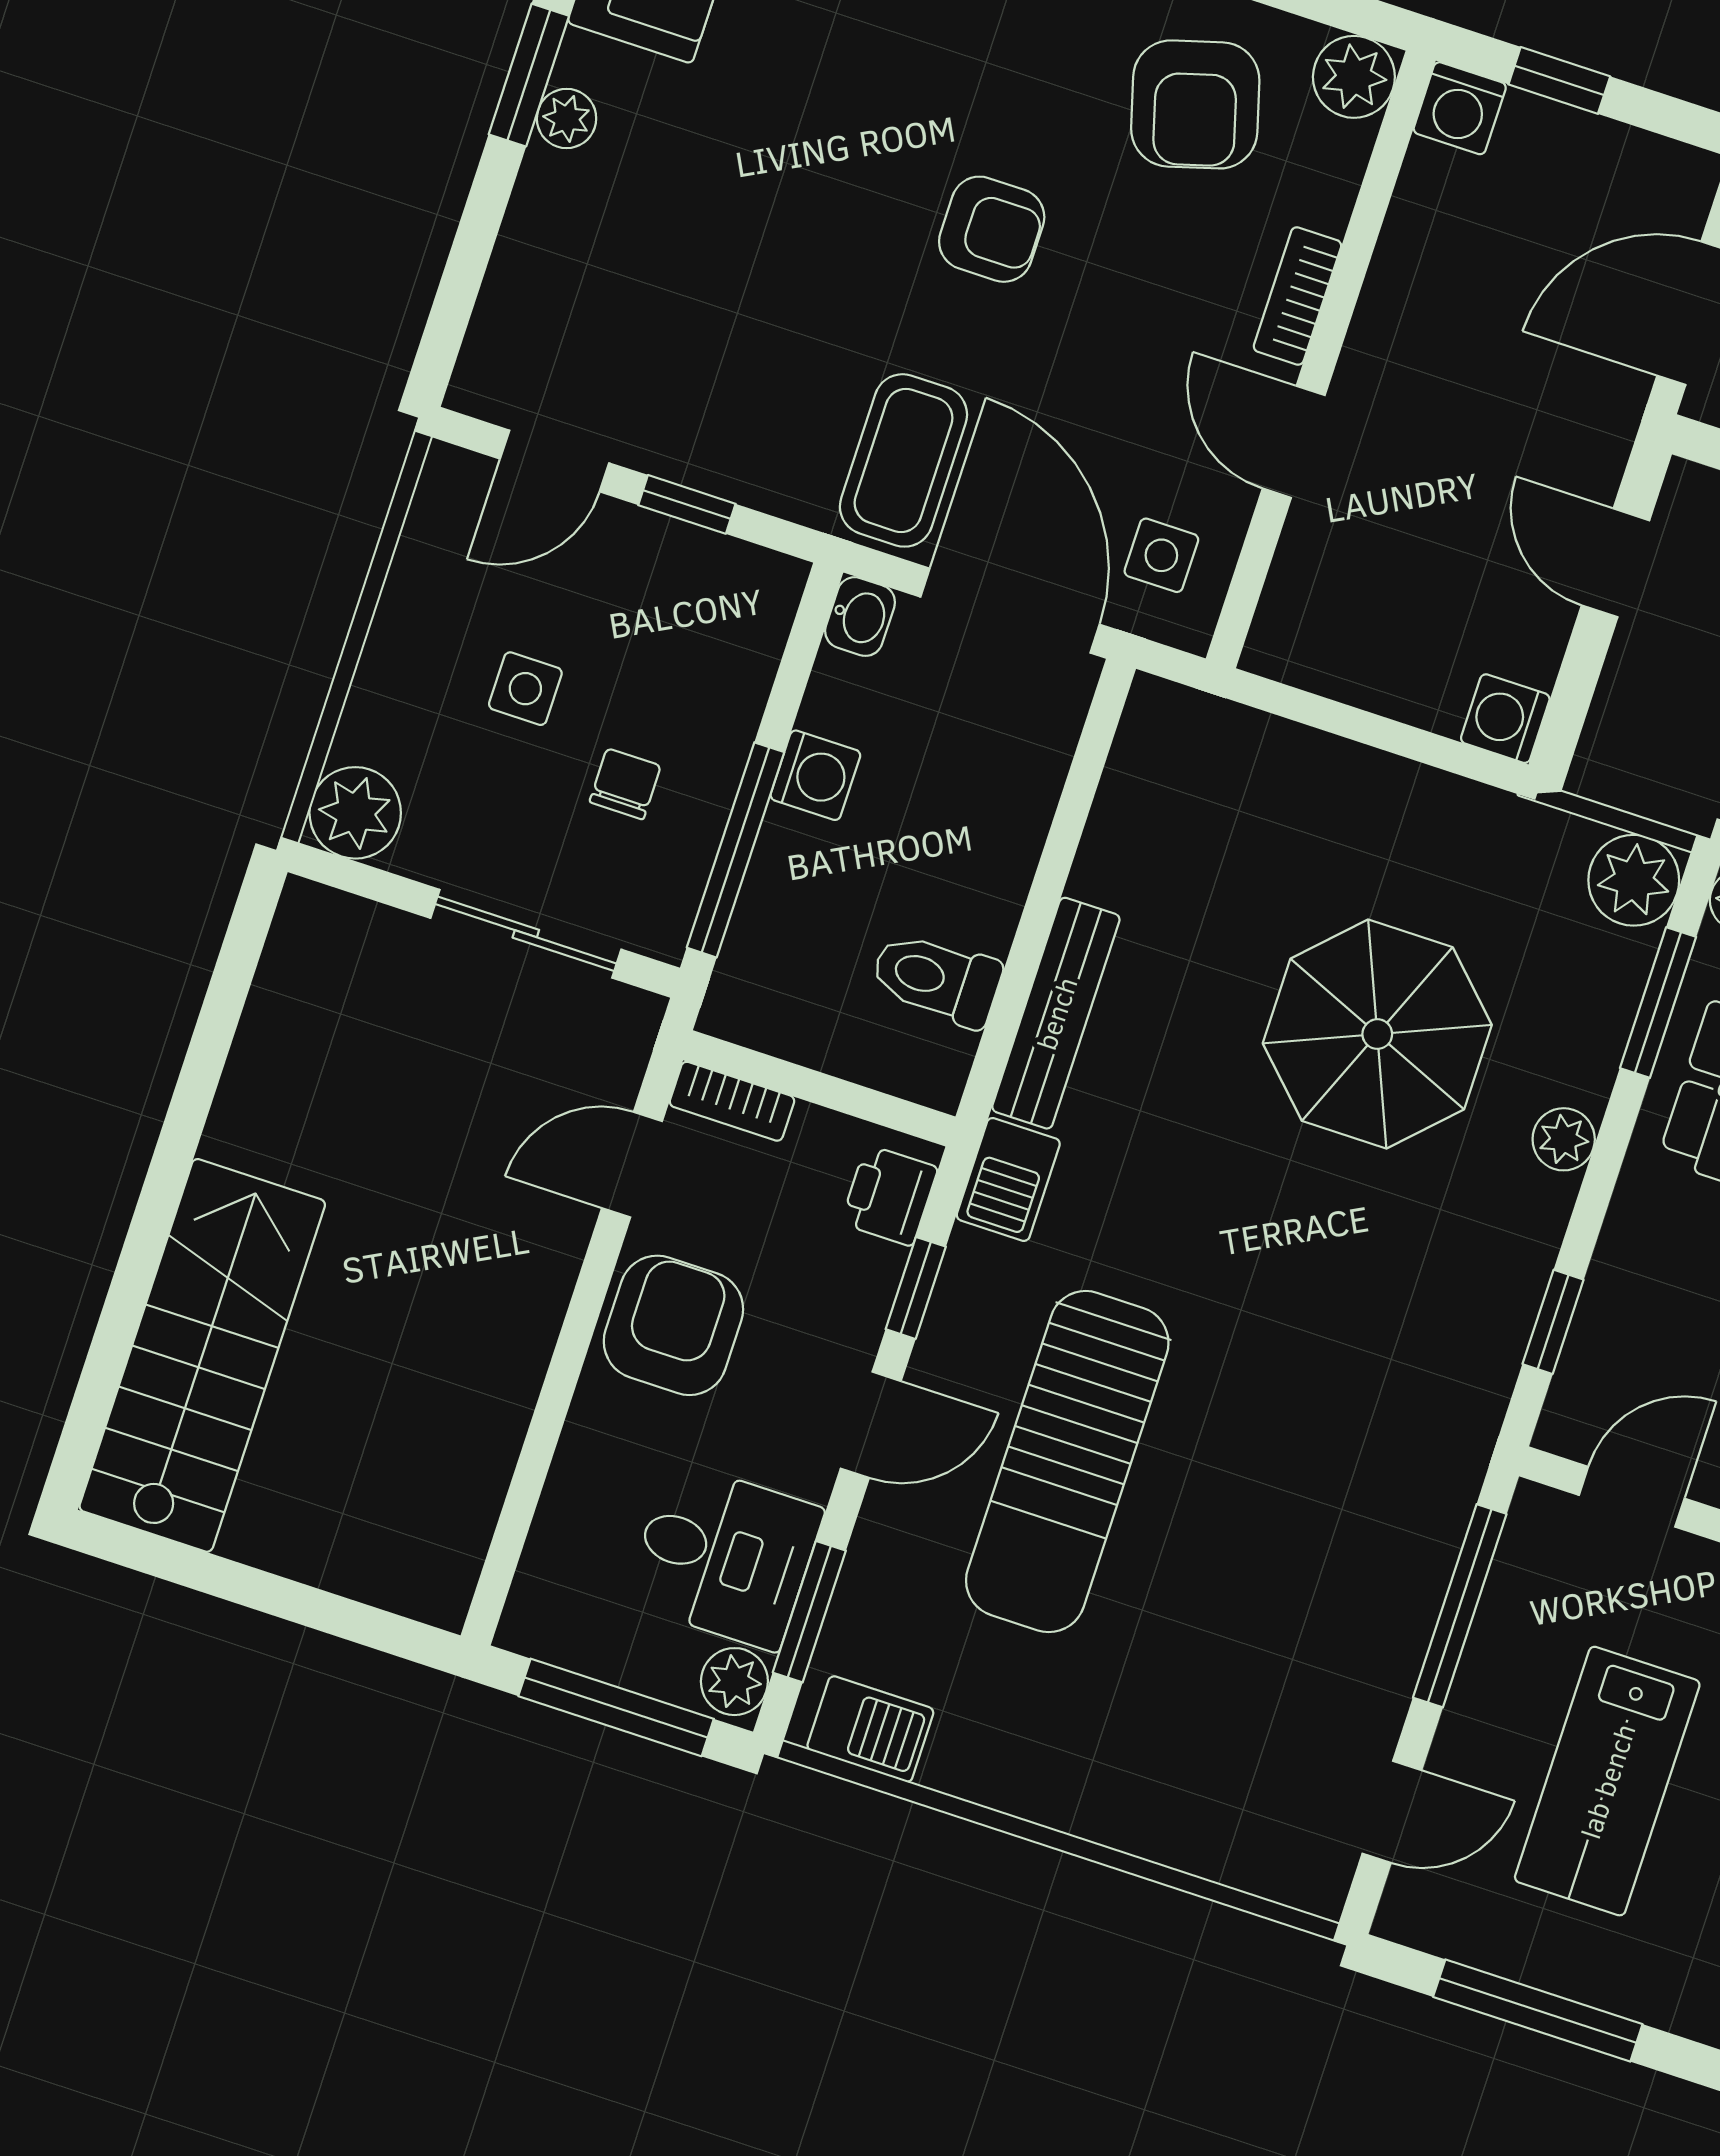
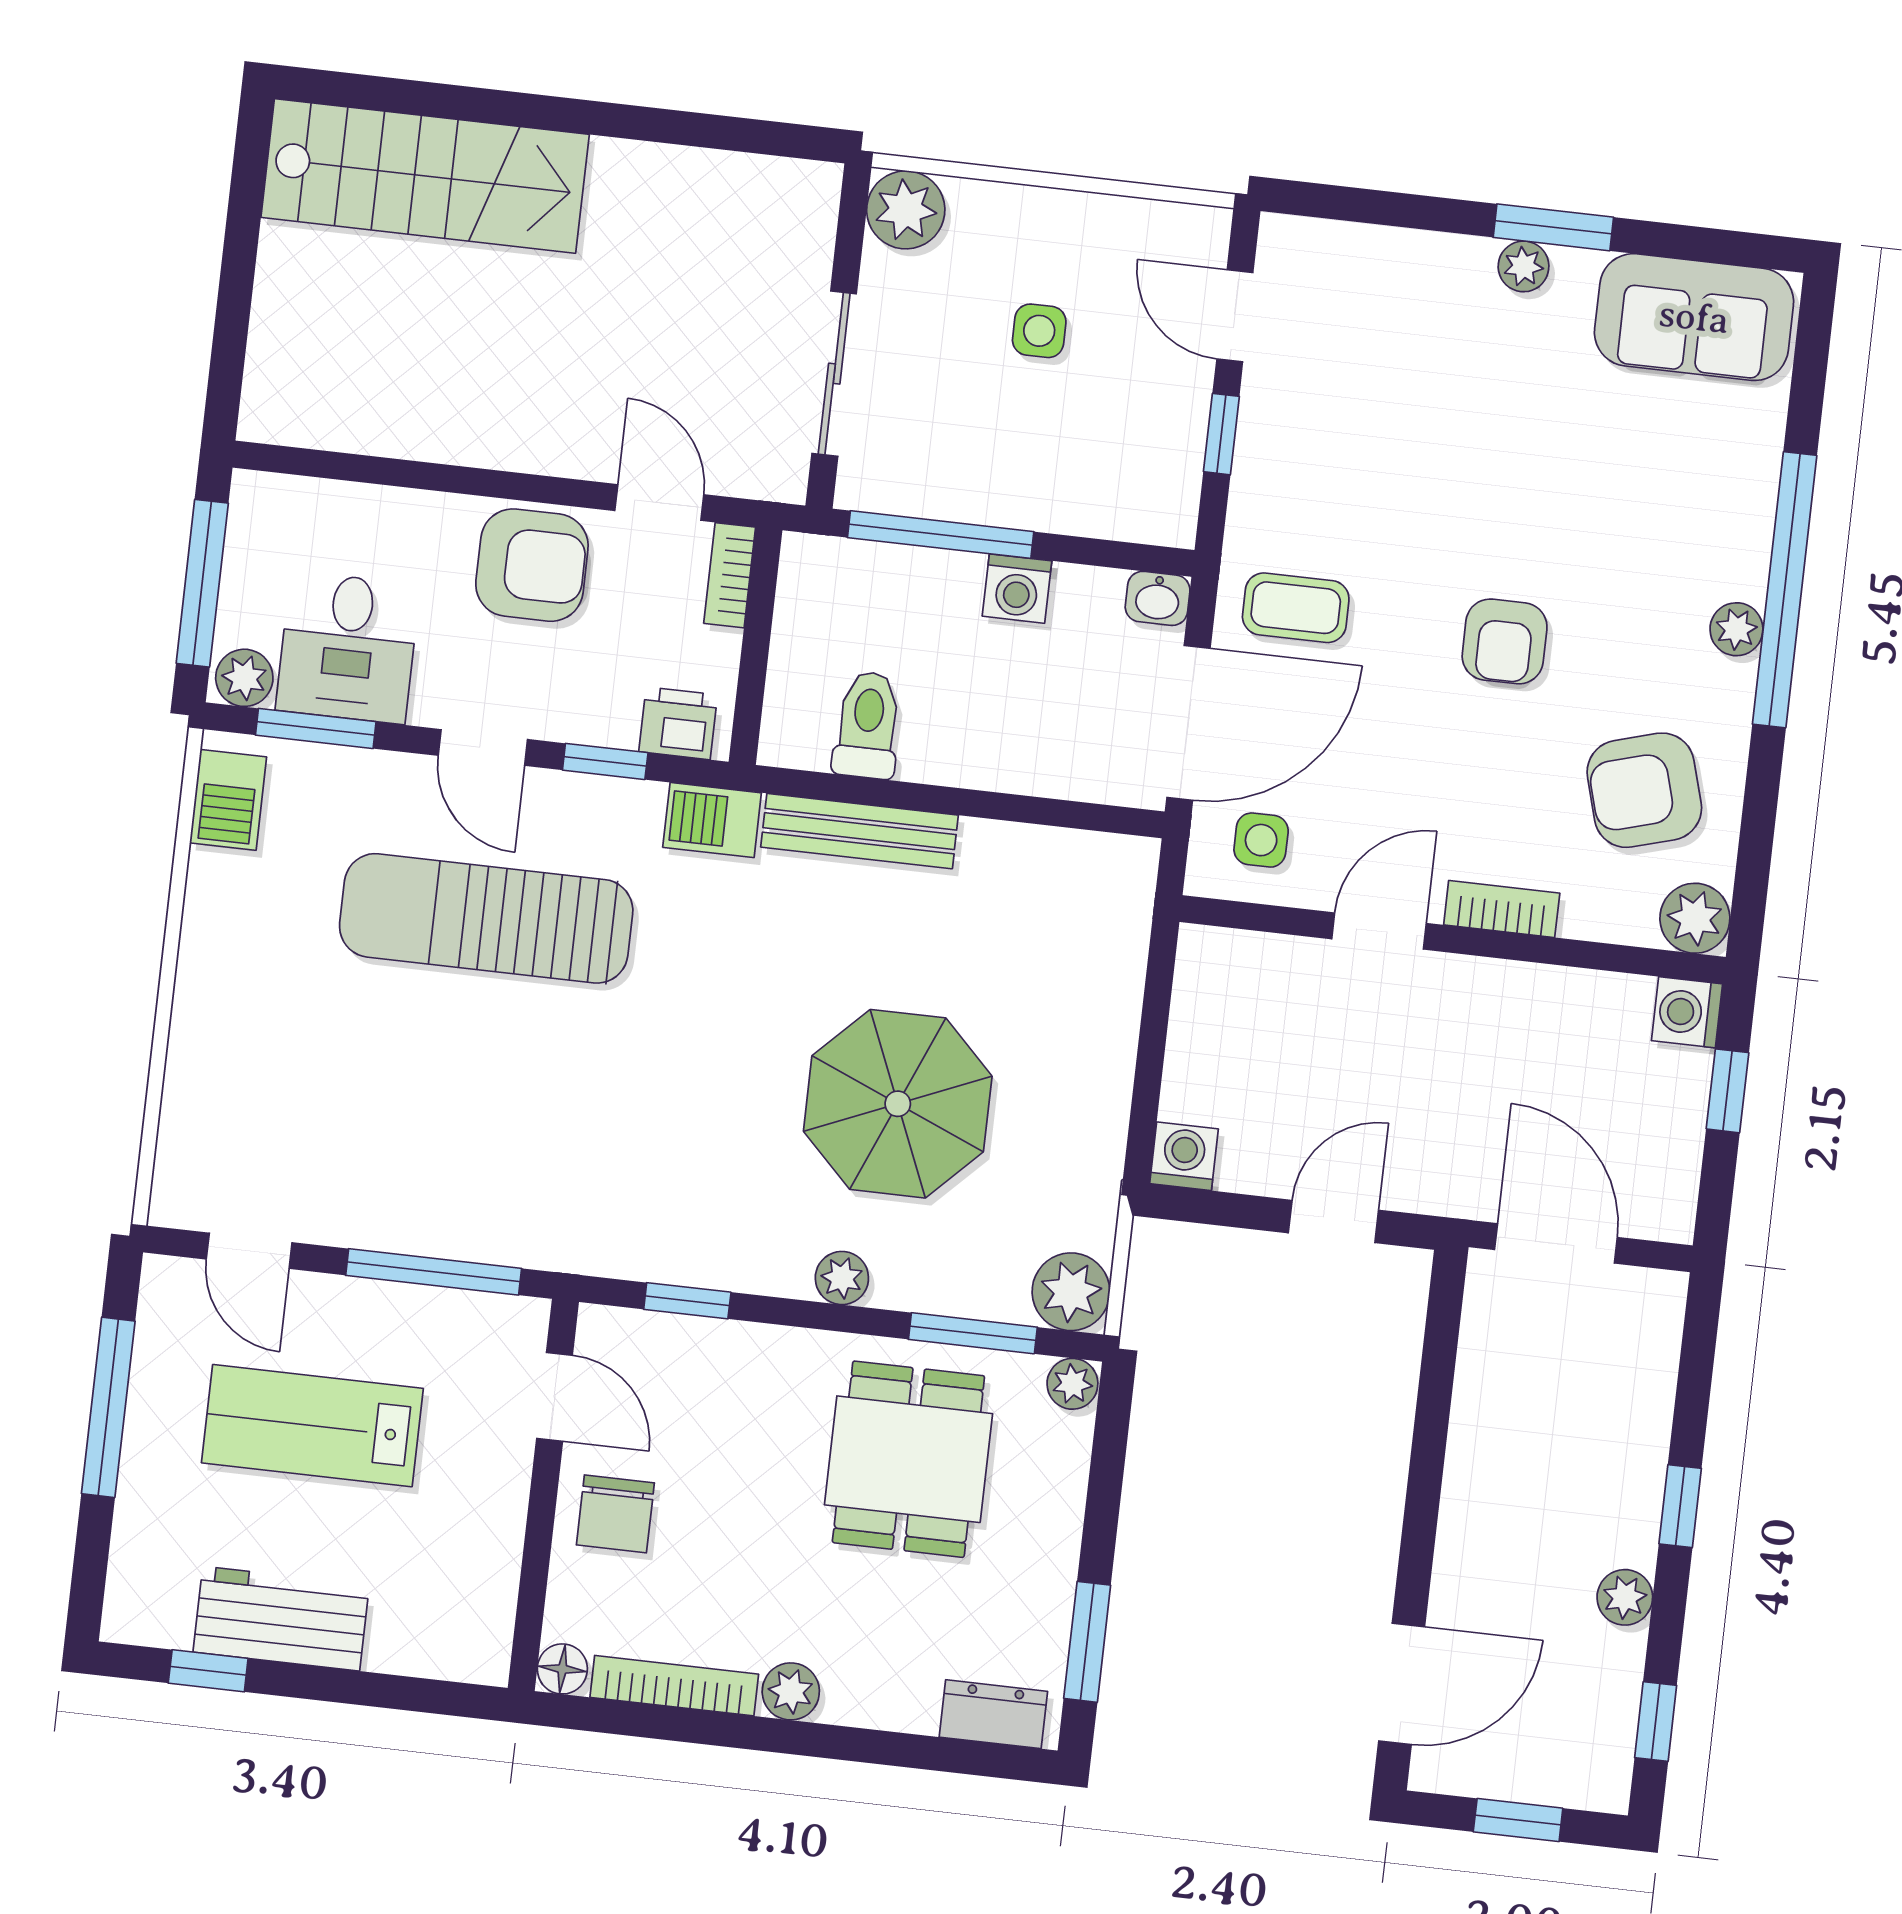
coffee table: (903, 460) -> (1296, 608), width x0.73, depth x0.77
chair: (625, 784) -> (977, 431), removed

